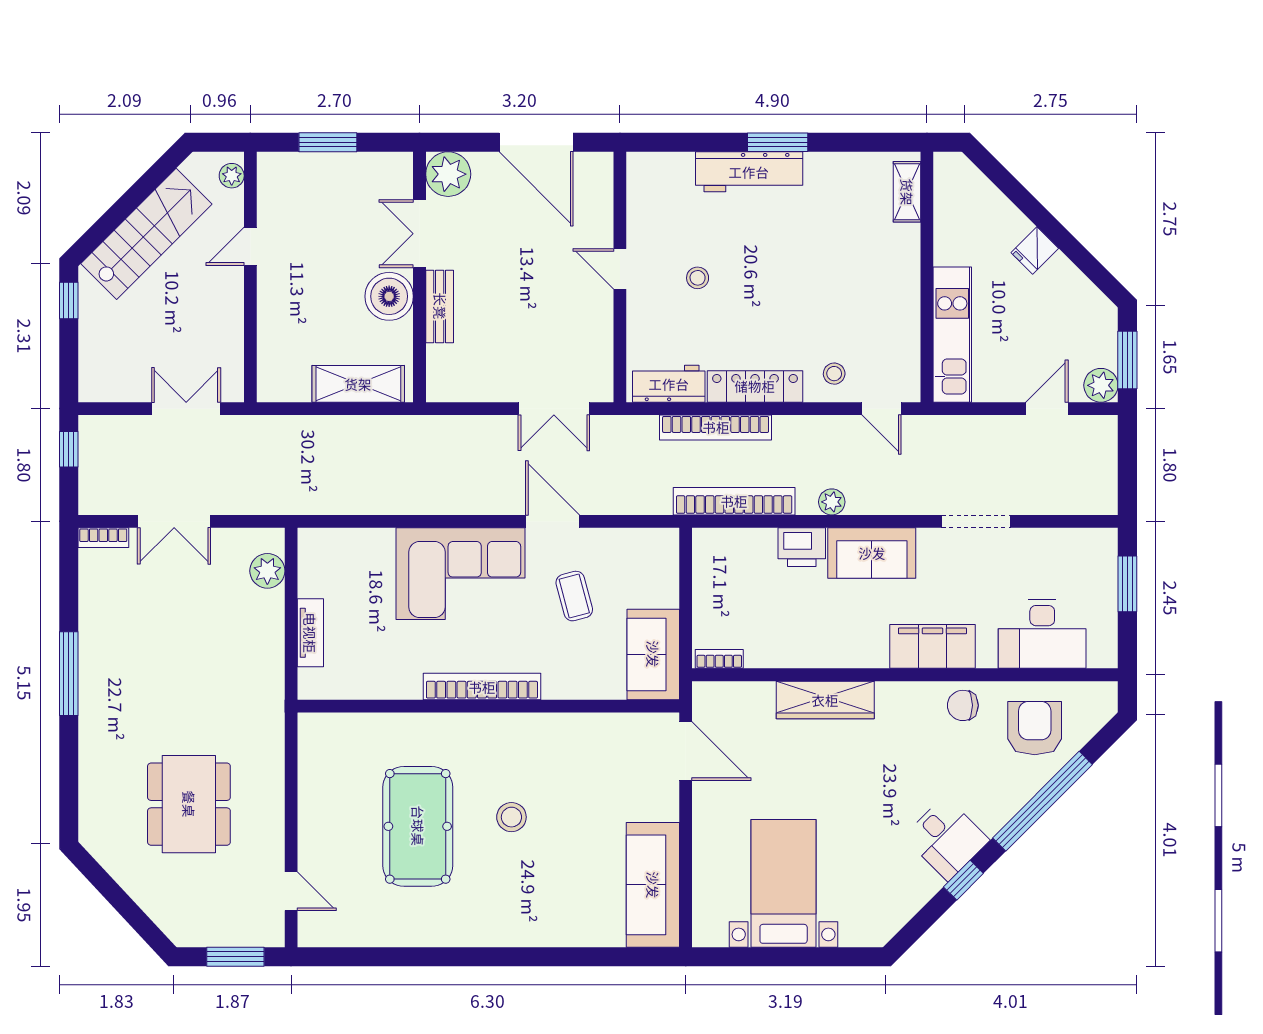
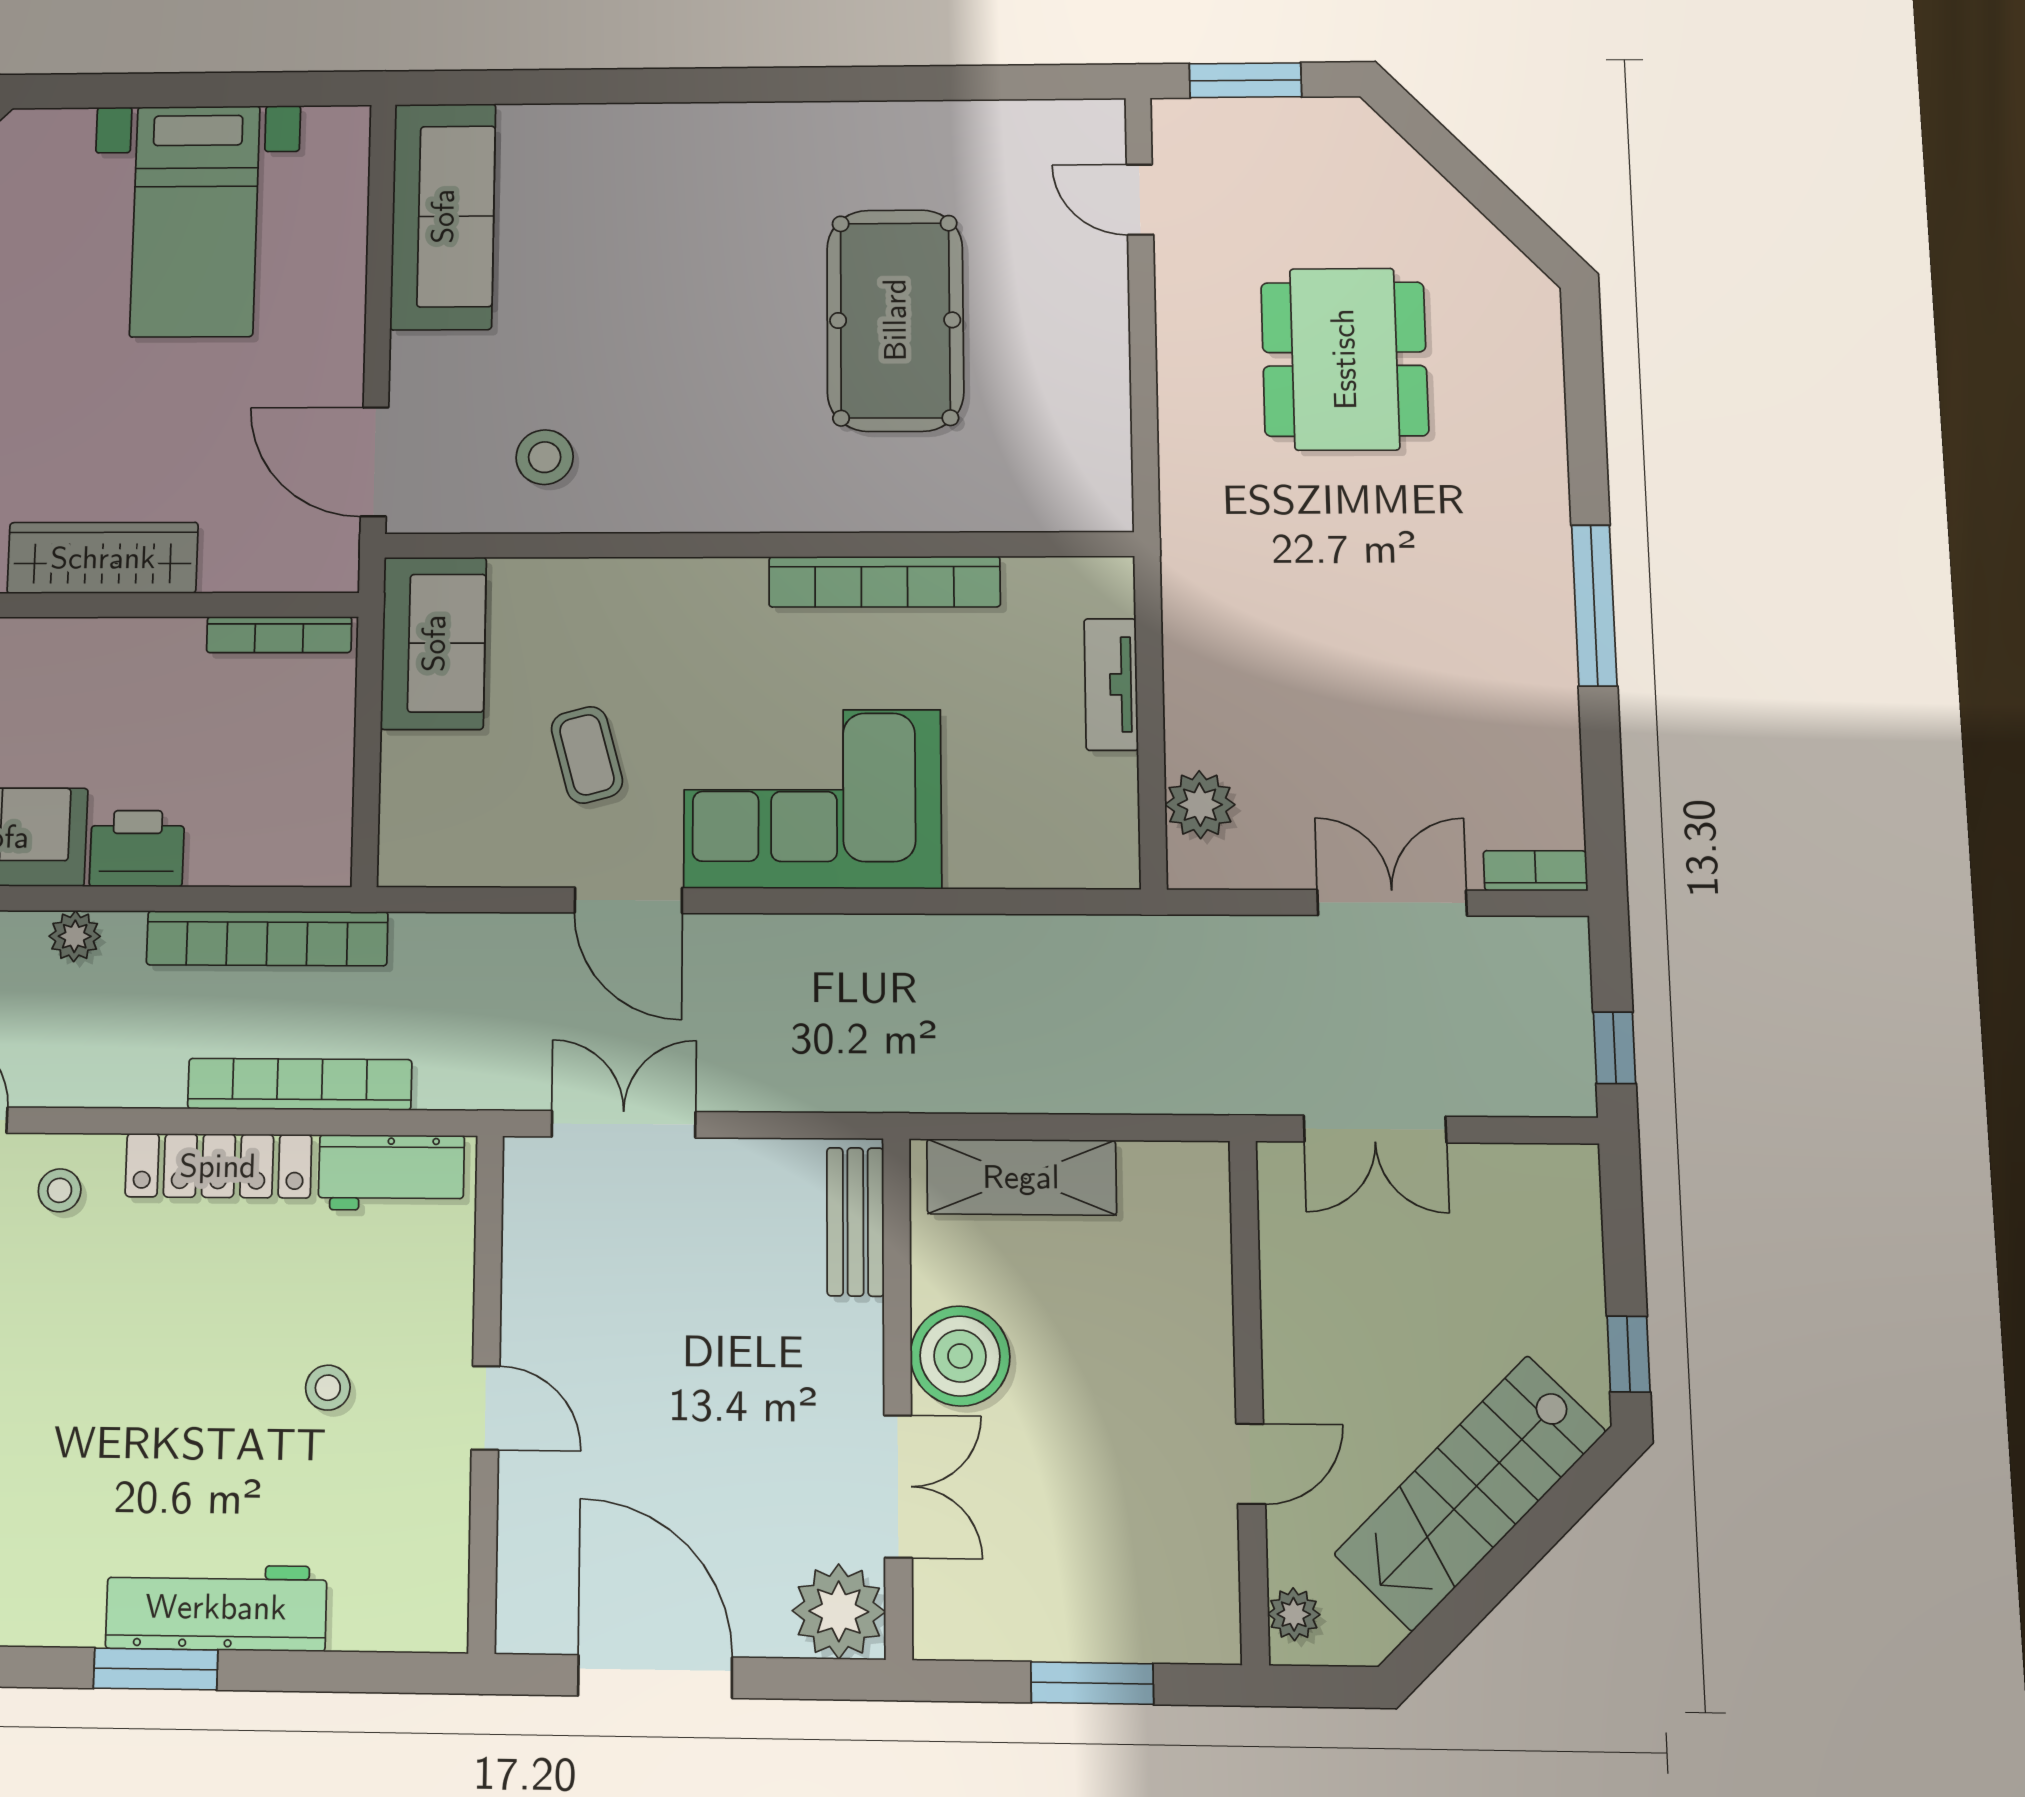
bench: (440, 306) -> (855, 1222), moved
bookcase: (719, 659) -> (279, 635), width x1.56
bookcase: (482, 687) -> (884, 582), moved
stool: (511, 817) -> (545, 457), moved

